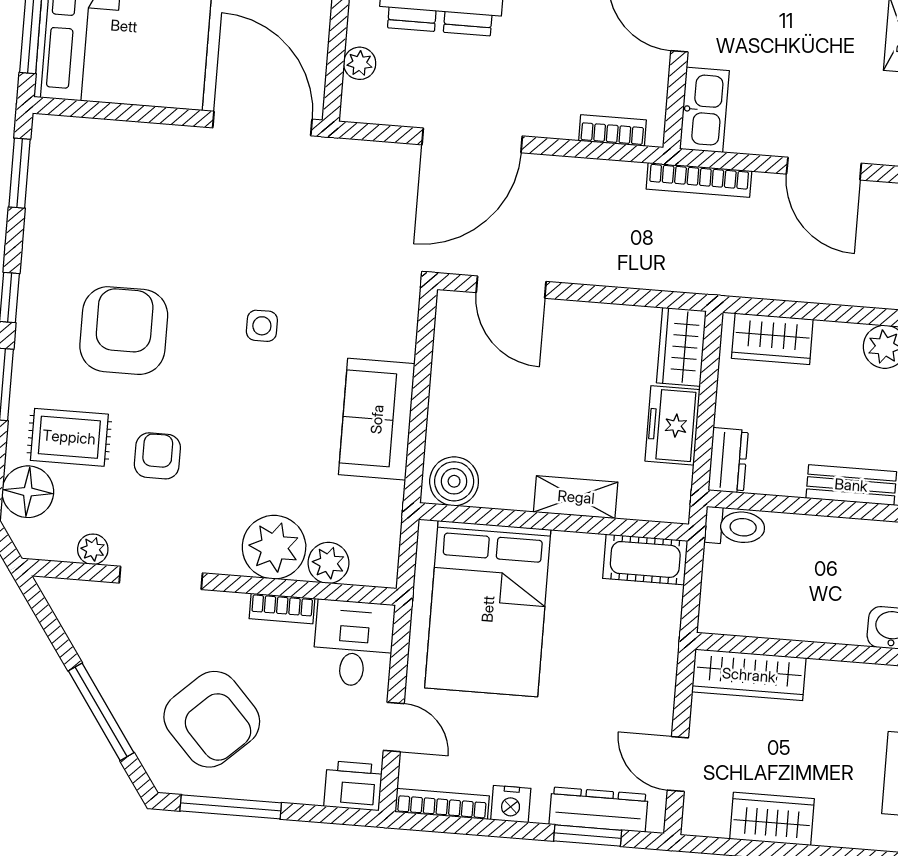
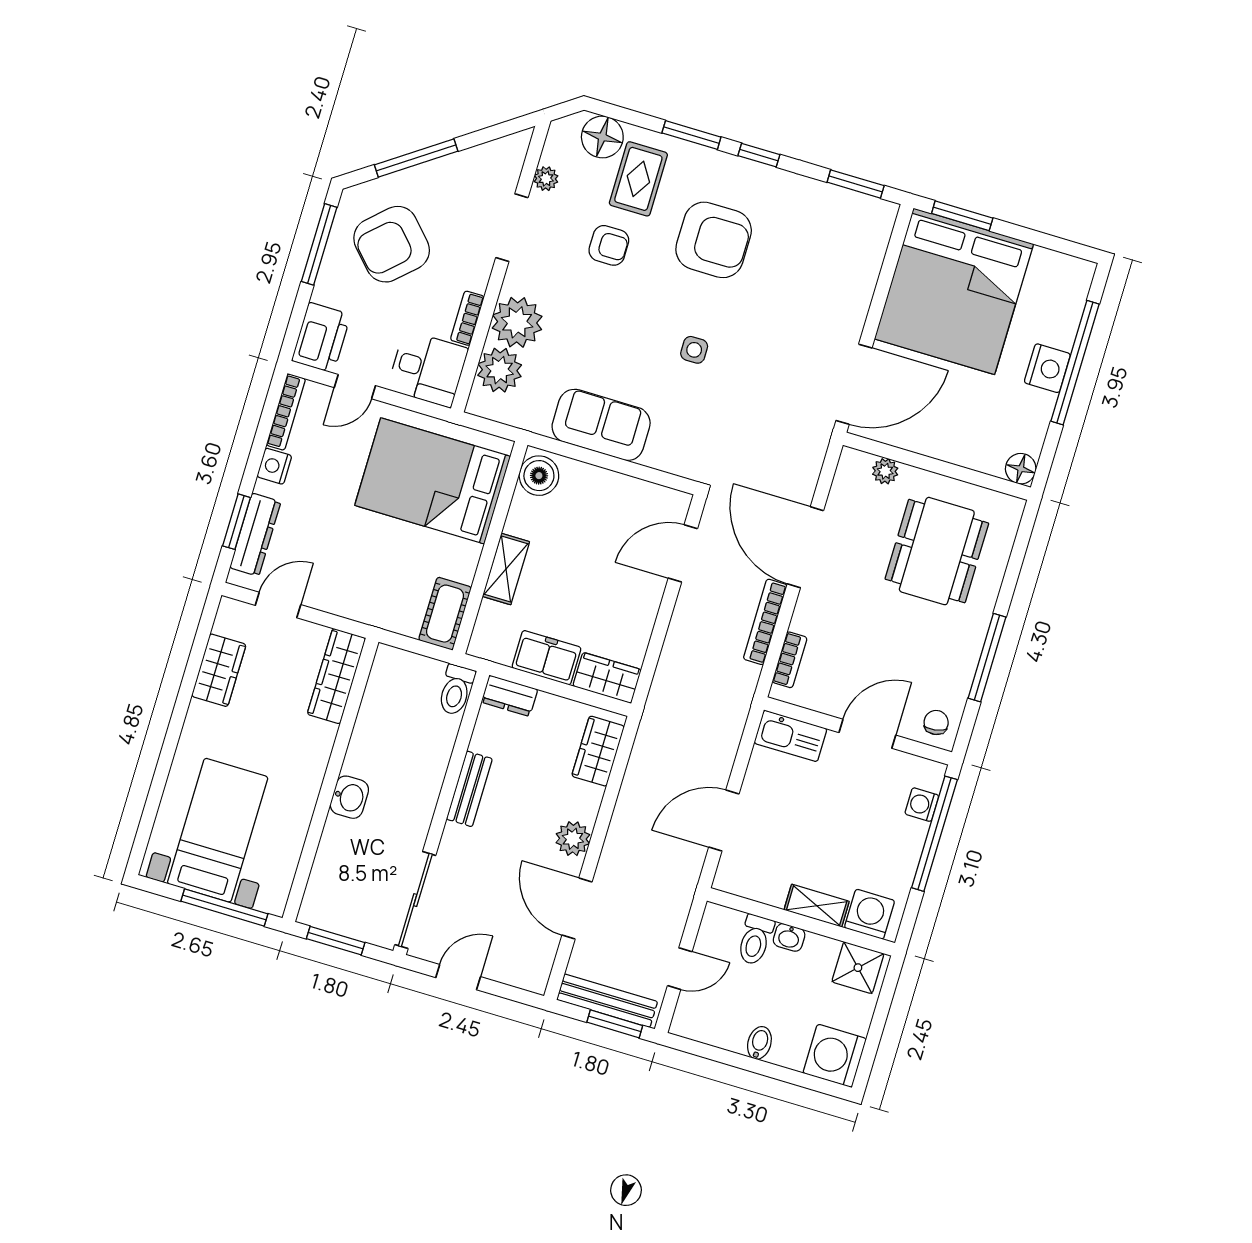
bookcase: (699, 180) -> (765, 622), moved
plant: (328, 563) -> (500, 370), width x1.36, depth x1.36
printer: (353, 786) -> (321, 338), width x1.37, depth x1.19

